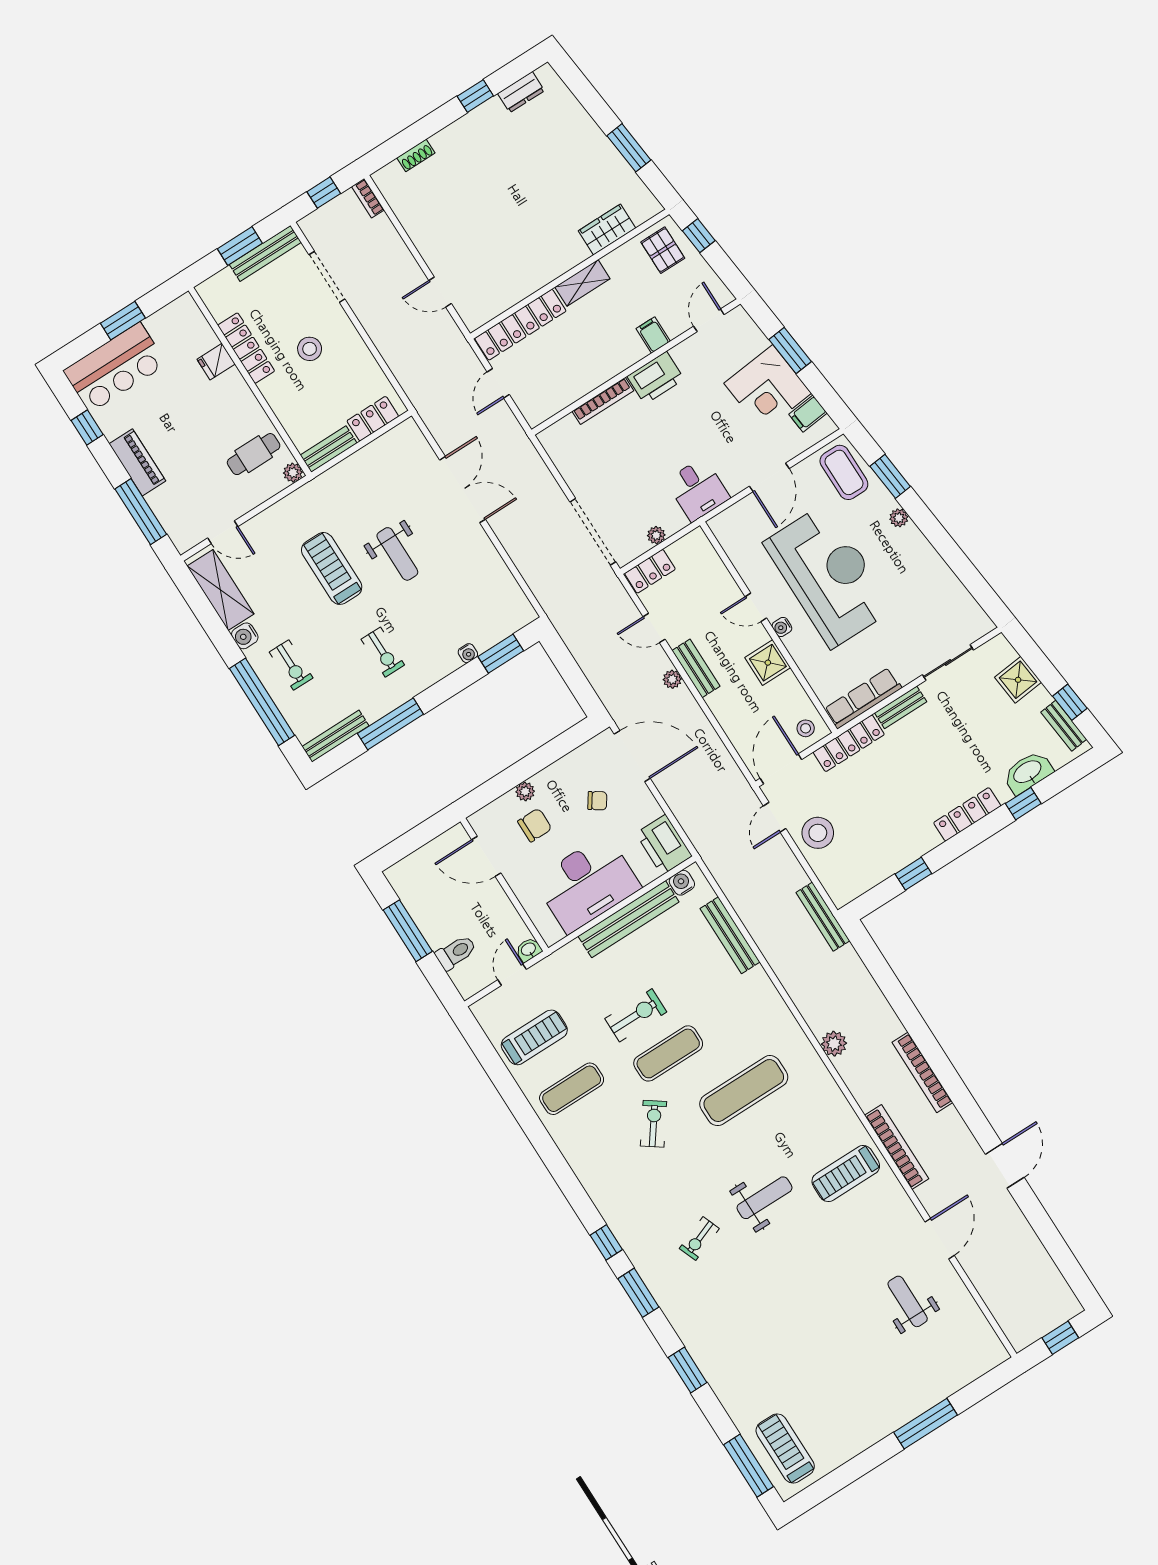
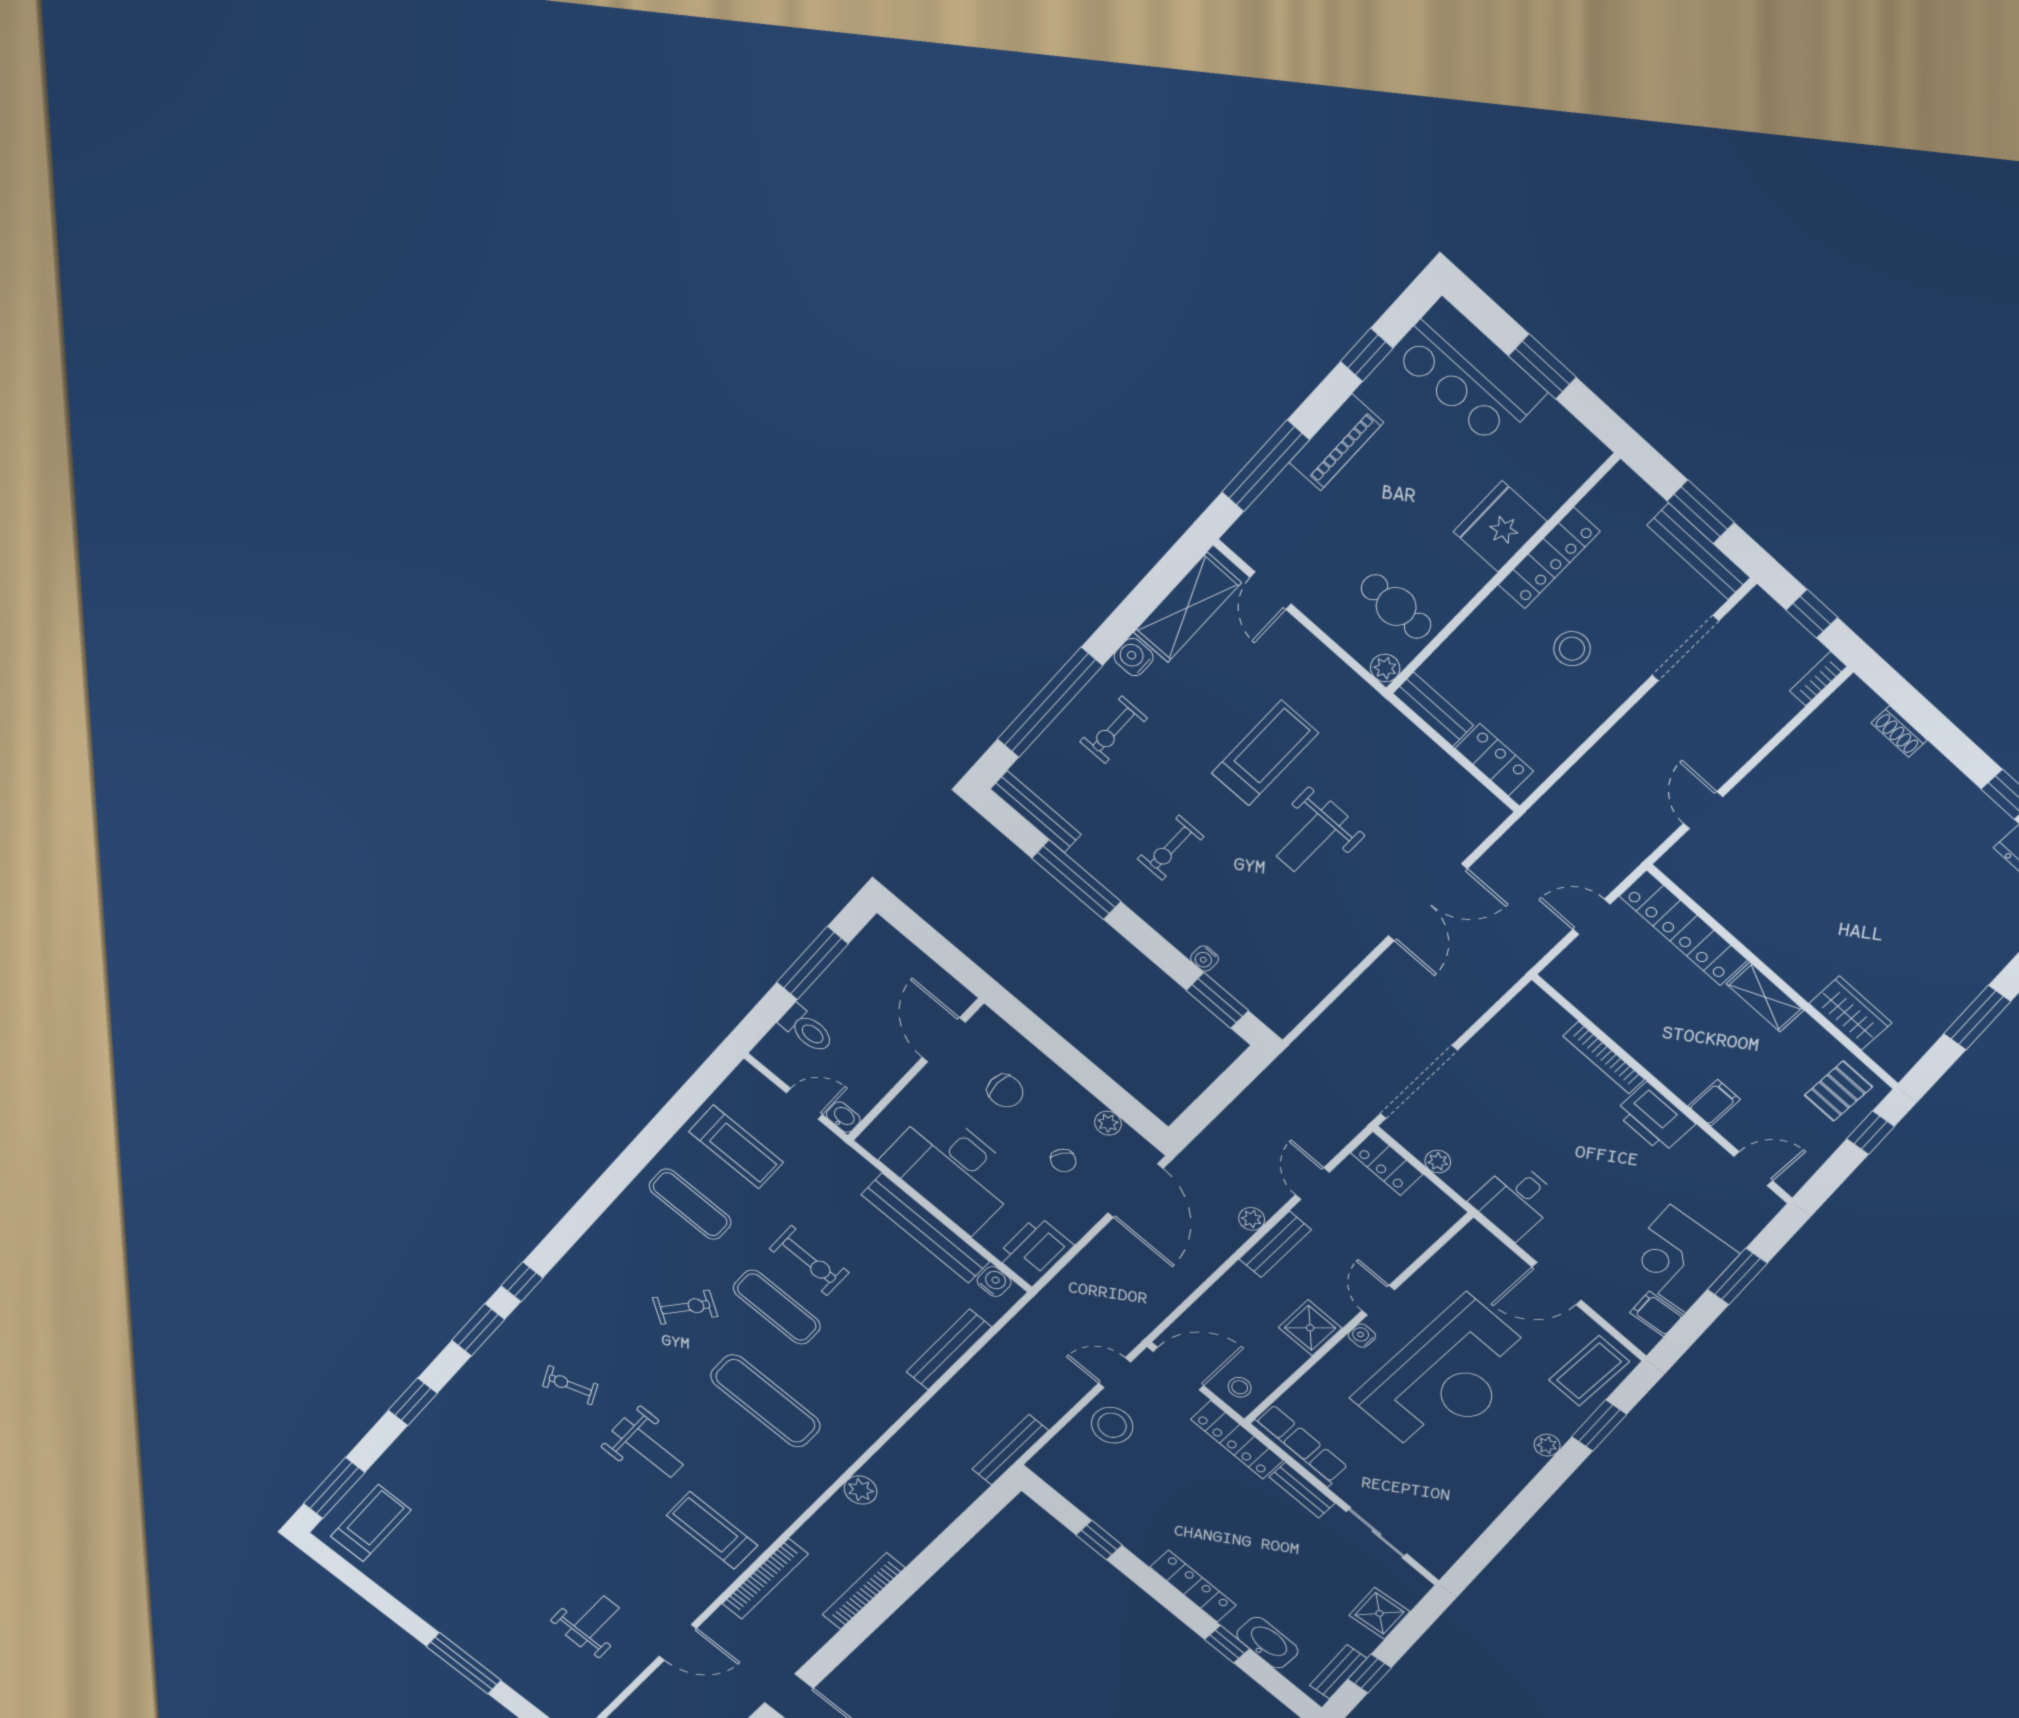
fridge: (216, 362) -> (1500, 526), width x1.88, depth x1.34
plant: (525, 791) -> (1108, 1123), moved

